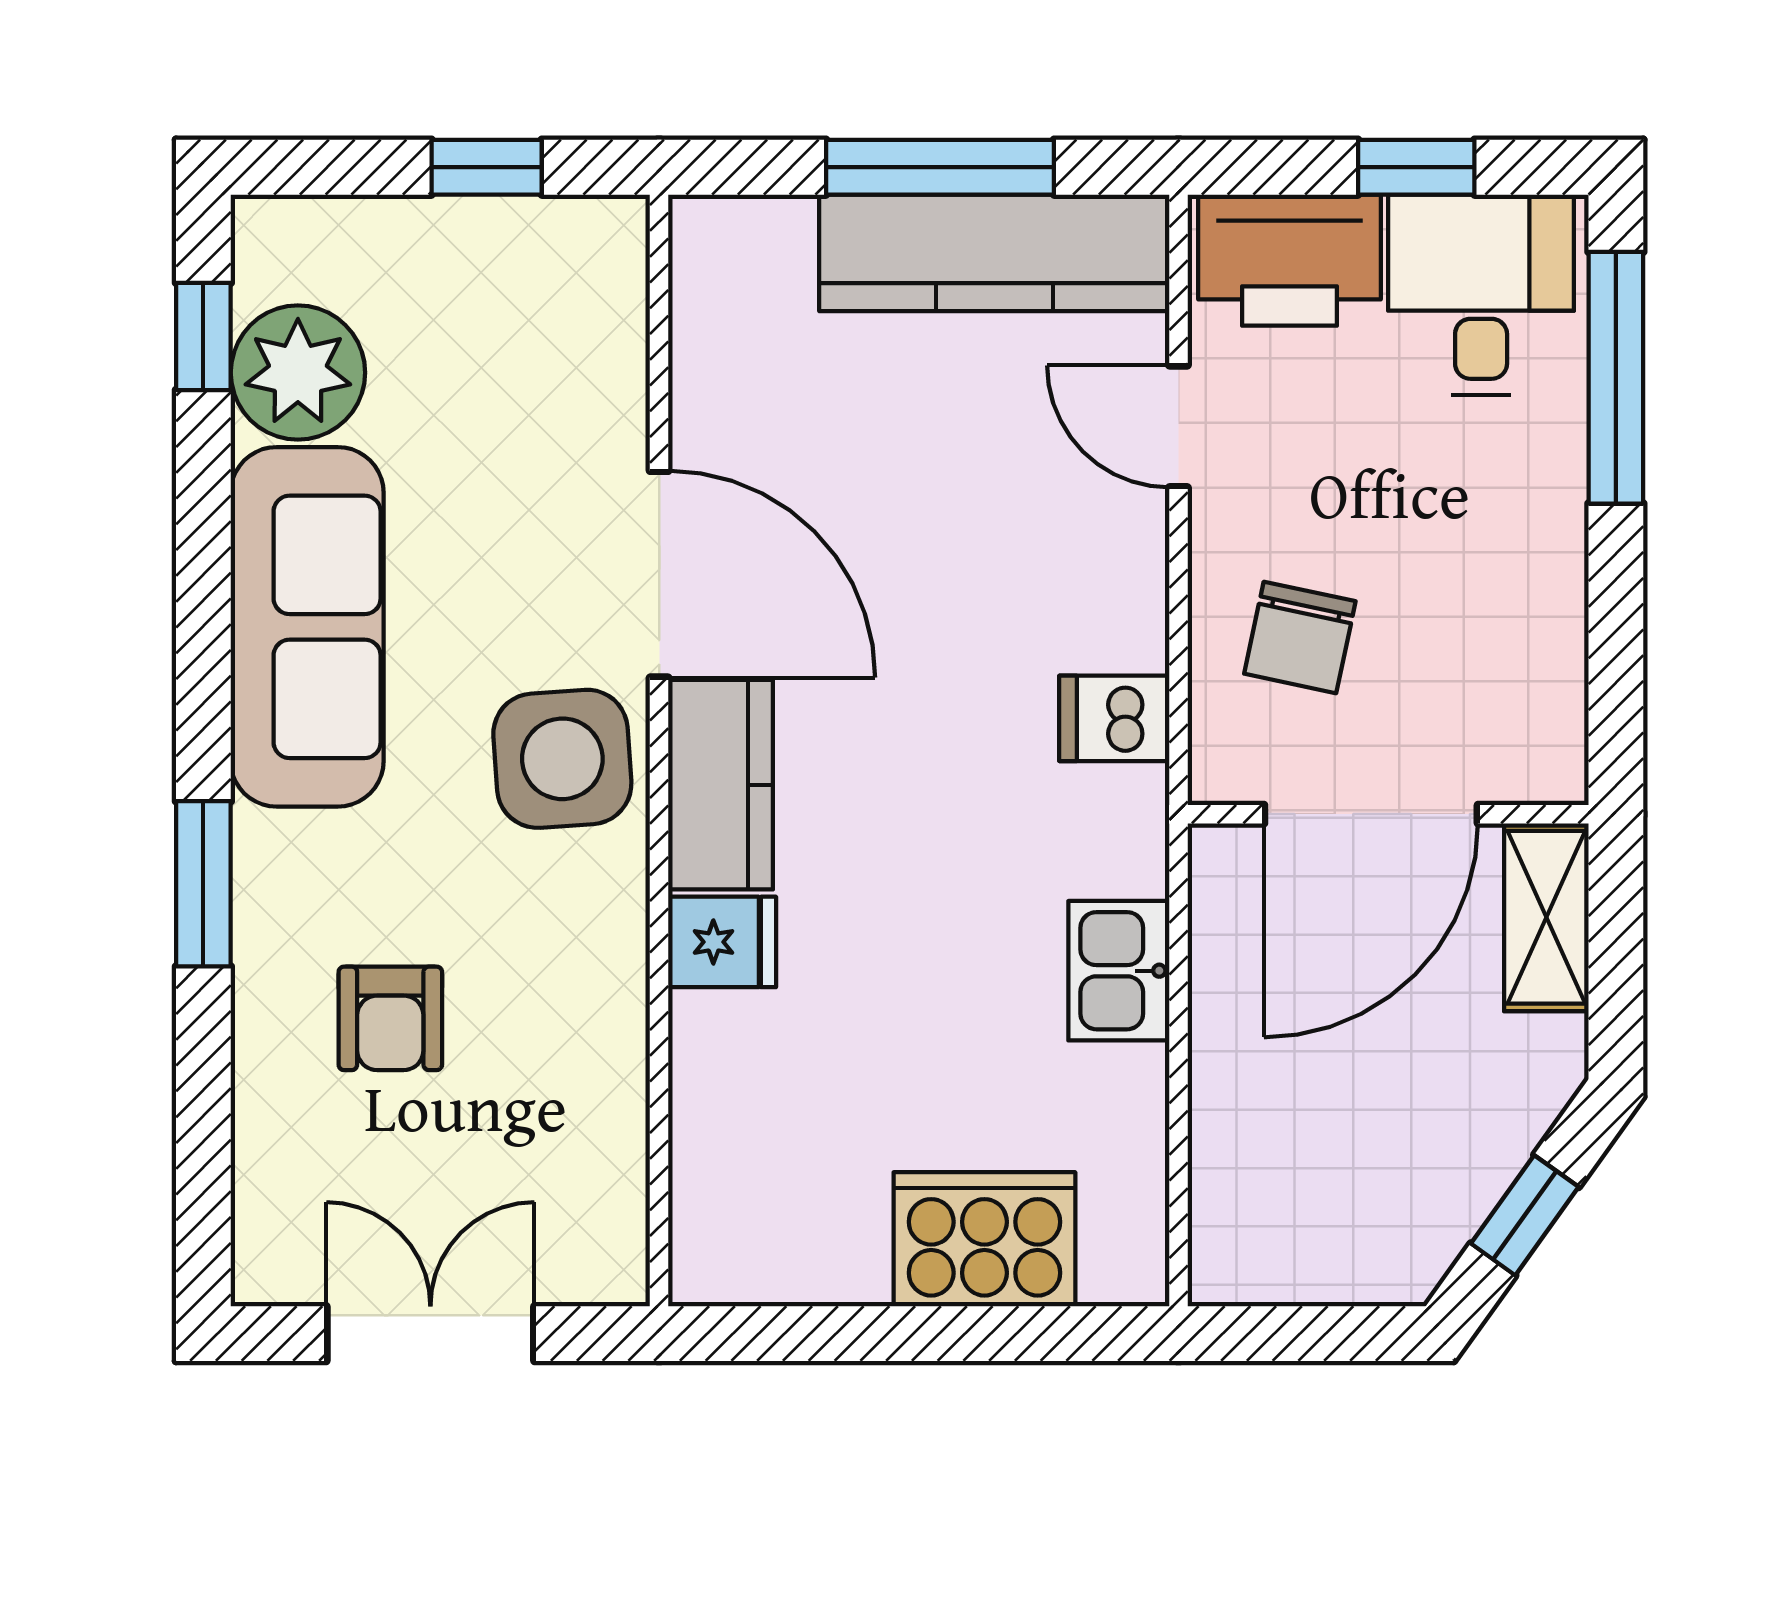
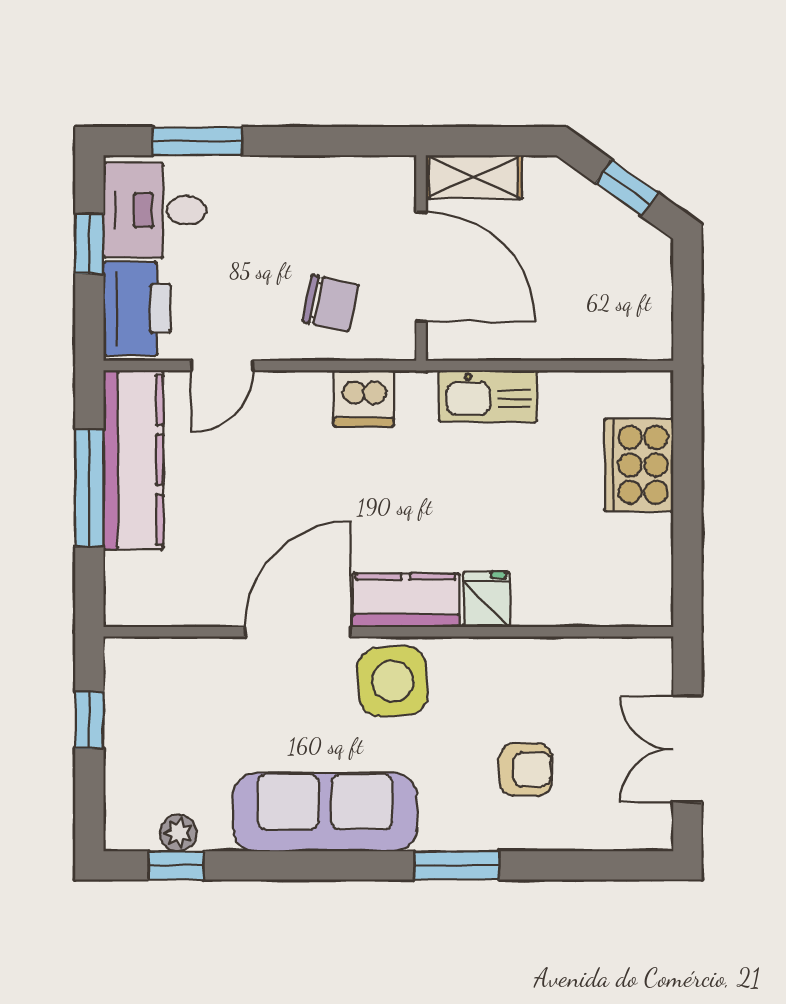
plant: (298, 373) -> (179, 833), width x0.53, depth x0.53
window: (1616, 378) -> (197, 141), width x0.69
dishwasher: (1114, 718) -> (364, 398), width x1.38
kitchen sink: (1119, 971) -> (488, 396), width x1.38

